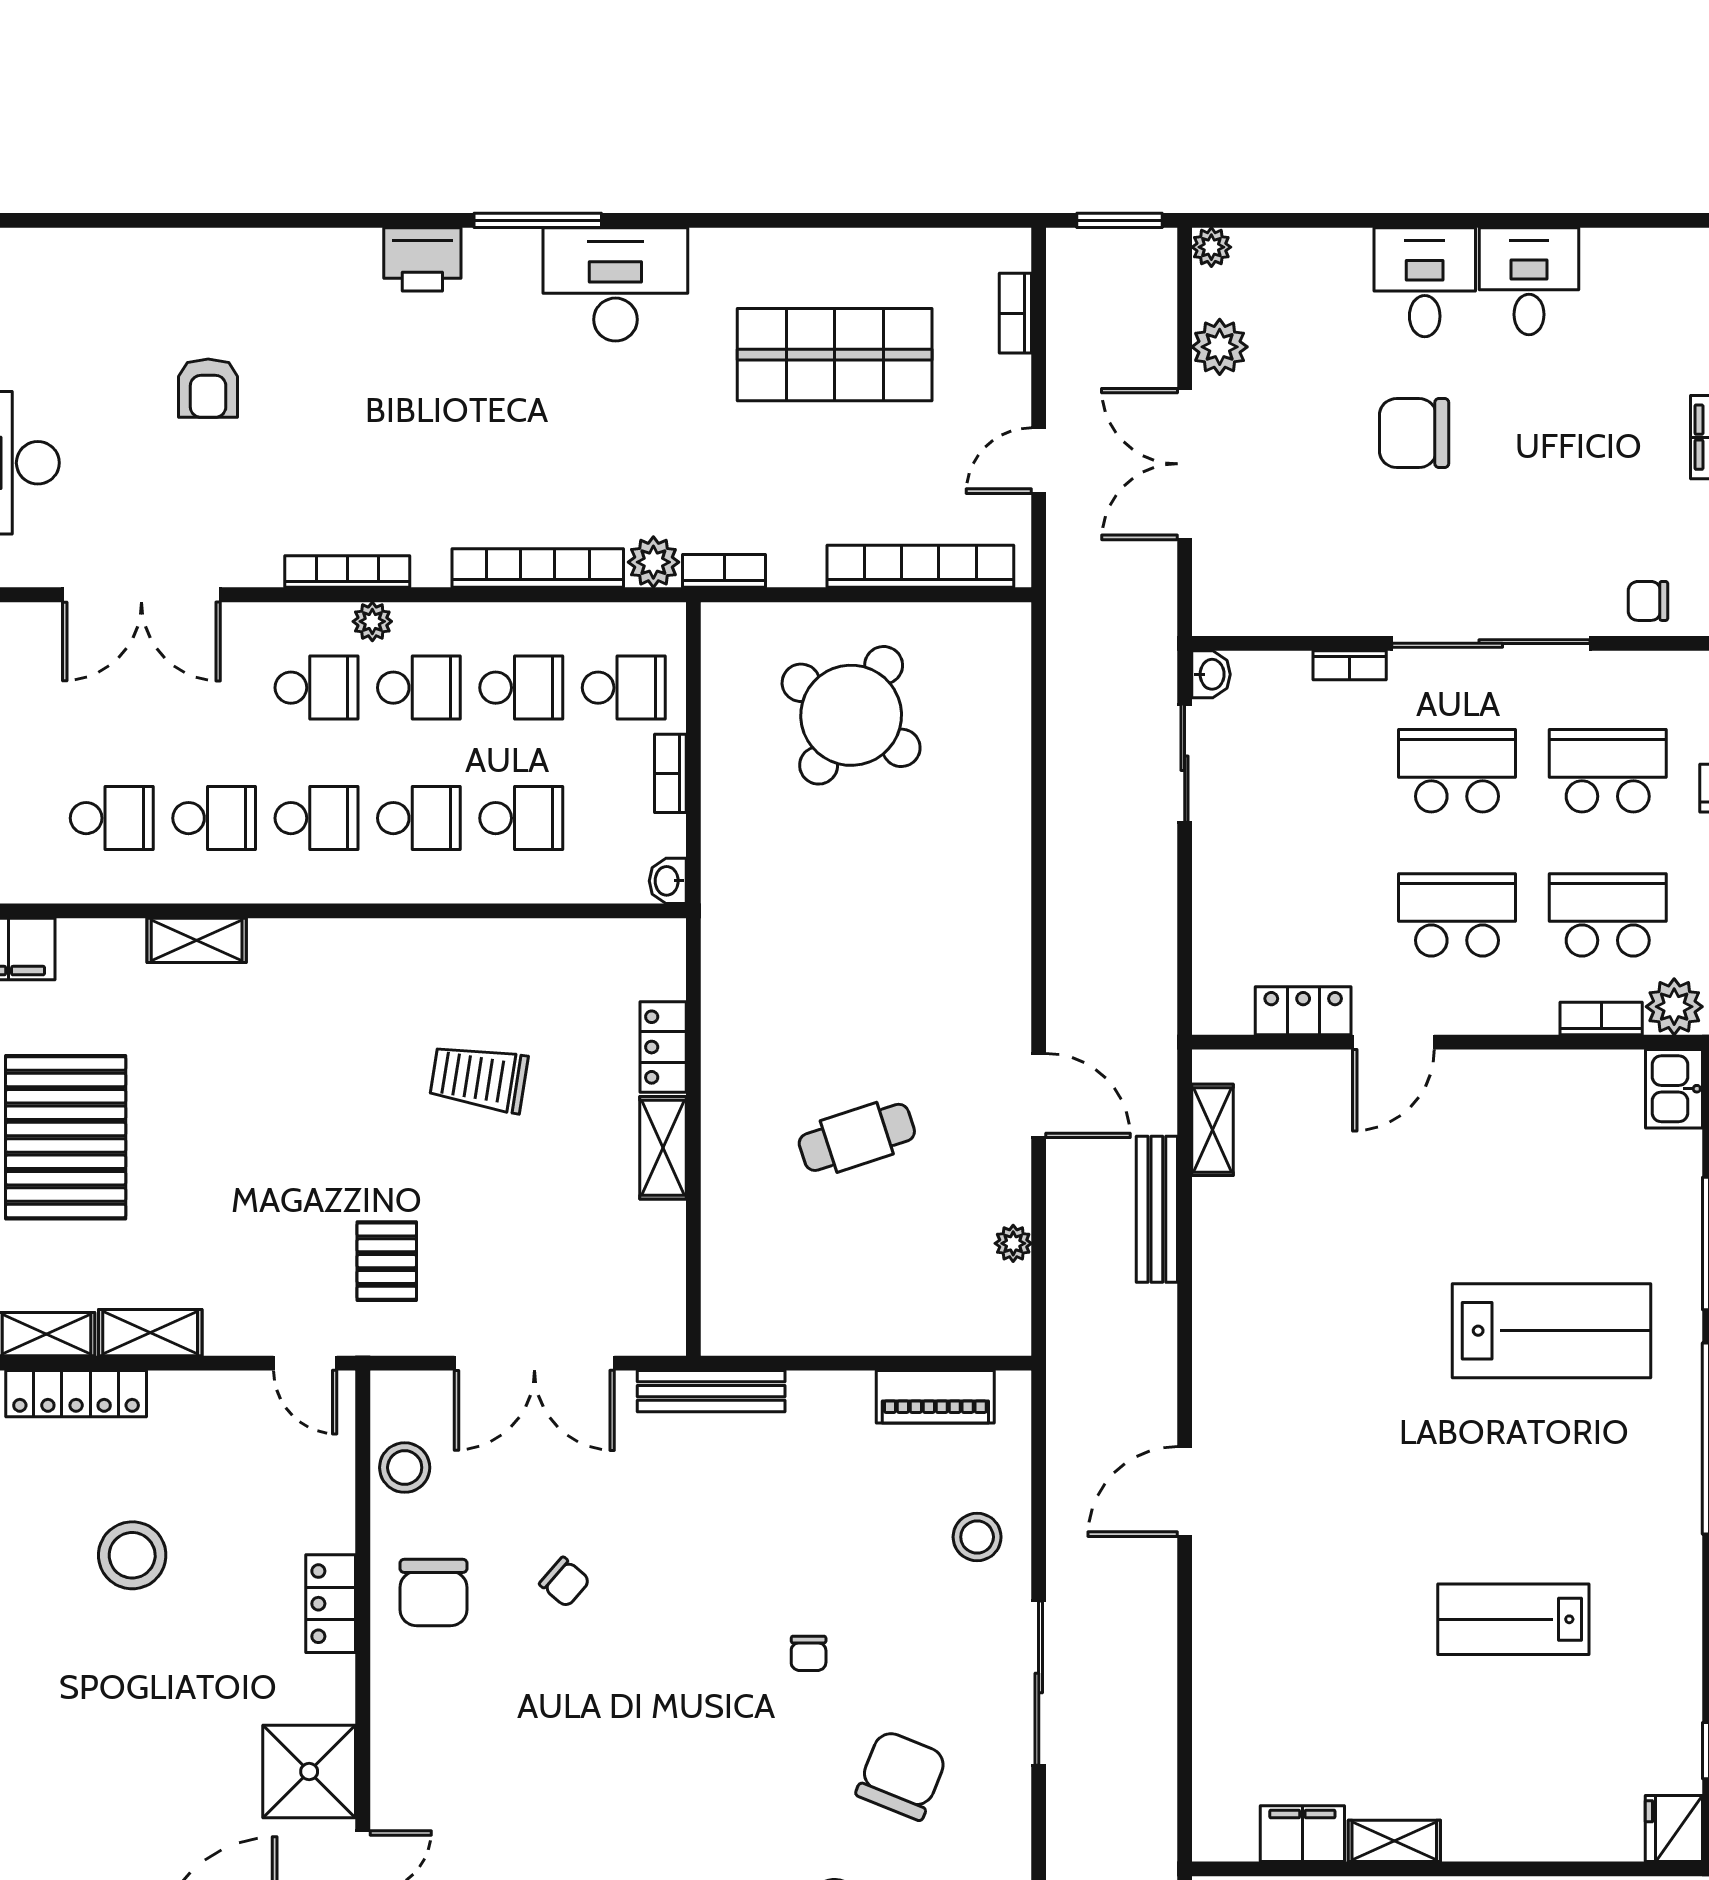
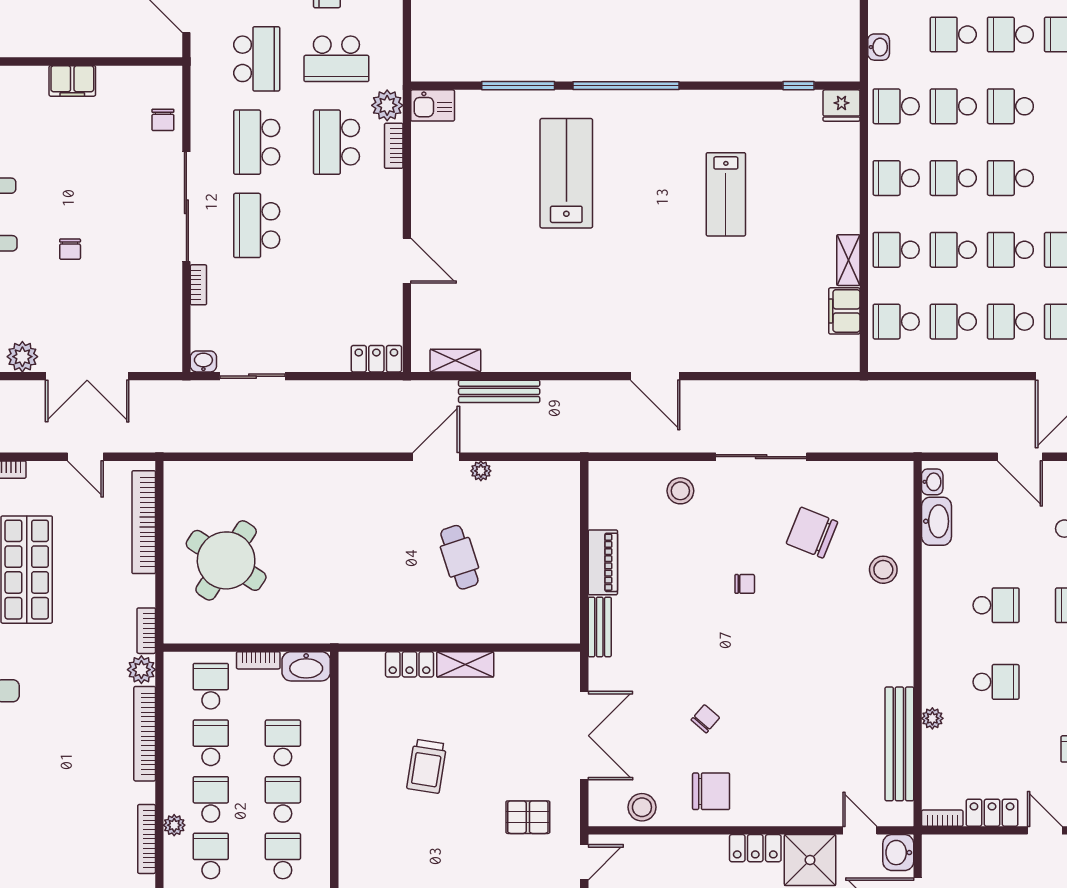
chair: (1414, 433) -> (70, 249), width x0.54, depth x0.54
washbasin: (668, 881) -> (306, 666), width x1.91, depth x1.45
school desk: (1457, 915) -> (336, 225), removed
locker: (1303, 1011) -> (376, 359), moved, turned 90
plant: (1013, 1243) -> (481, 471), moved
bench: (711, 1391) -> (600, 627), width x0.73
piano: (935, 1397) -> (603, 562), moved
locker: (331, 1604) -> (755, 848), moved

